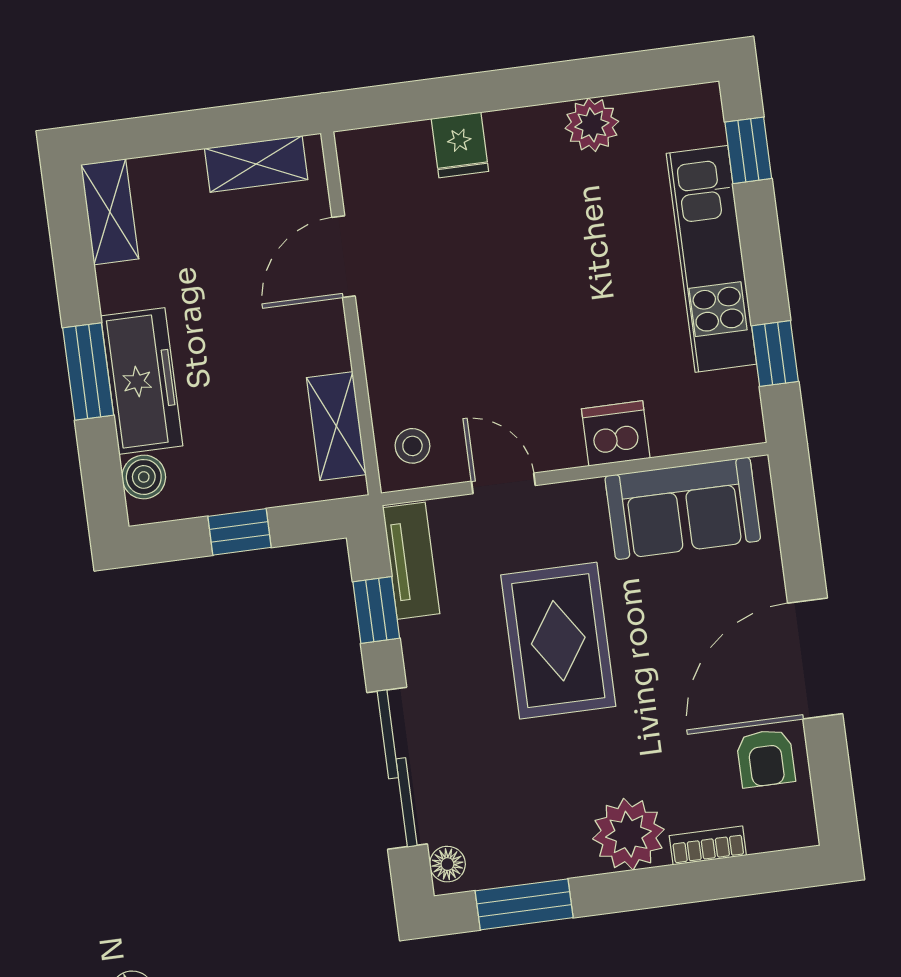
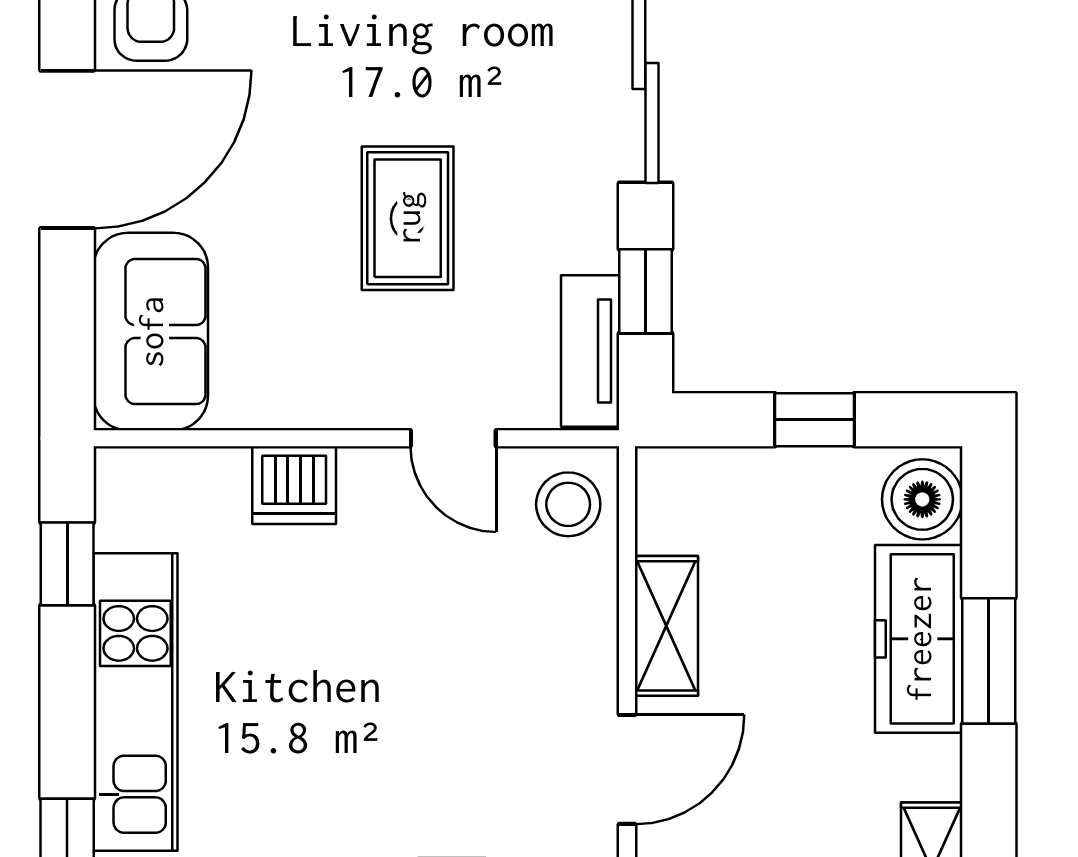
shelving: (336, 426) -> (666, 626), moved
stool: (412, 446) -> (568, 504), width x1.37, depth x1.37
boiler: (144, 477) -> (922, 499), width x1.36, depth x1.36
sofa: (683, 508) -> (151, 332), moved, turned 90
rug: (558, 641) -> (408, 218), width x0.73, depth x0.70

